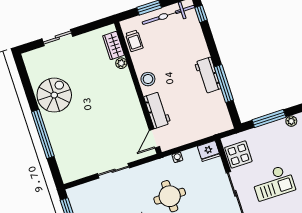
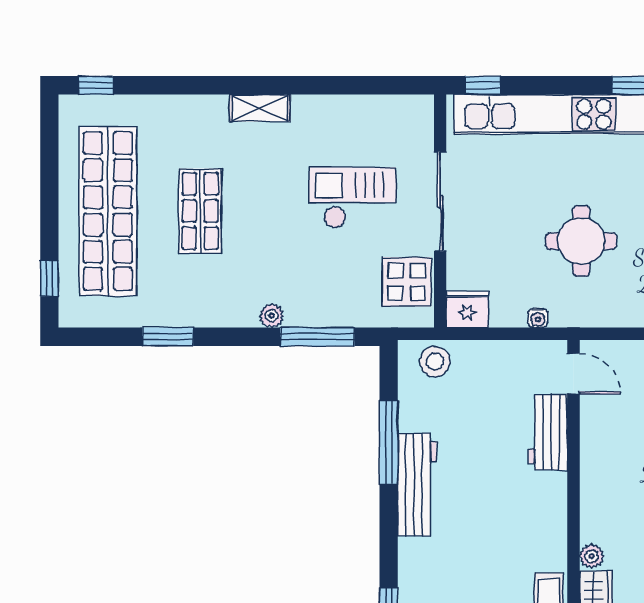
workbench: (208, 75) -> (417, 485), width x1.38
stool: (148, 79) -> (435, 362), moved
door: (154, 138) -> (573, 374), hinge flipped

